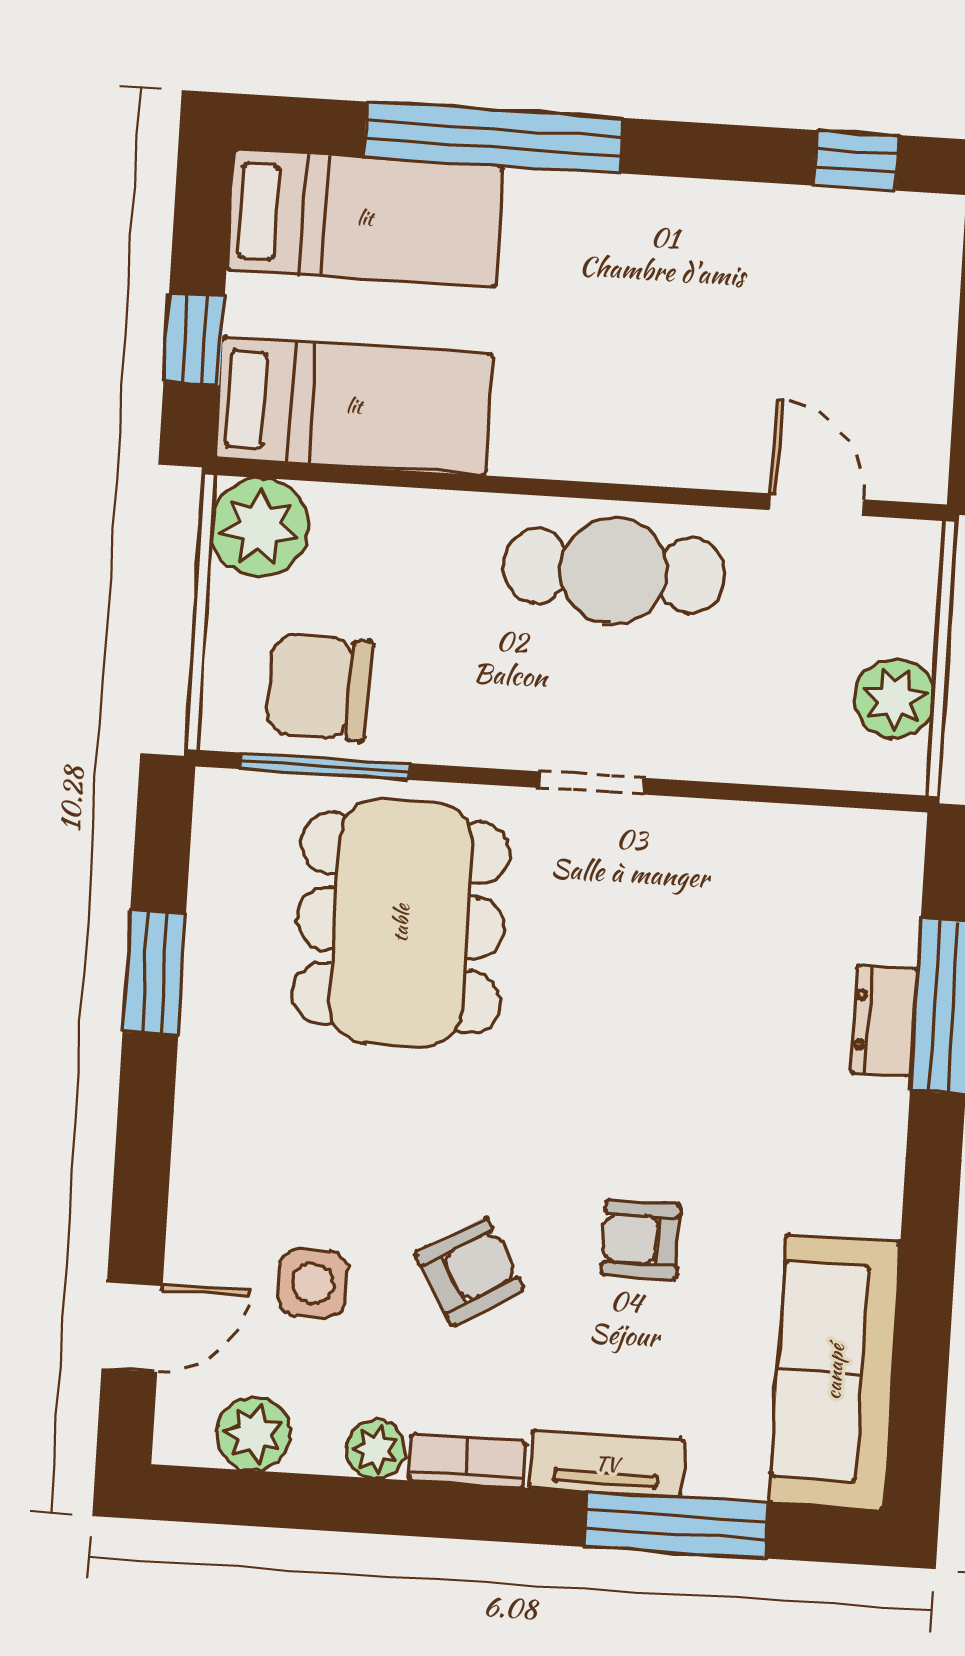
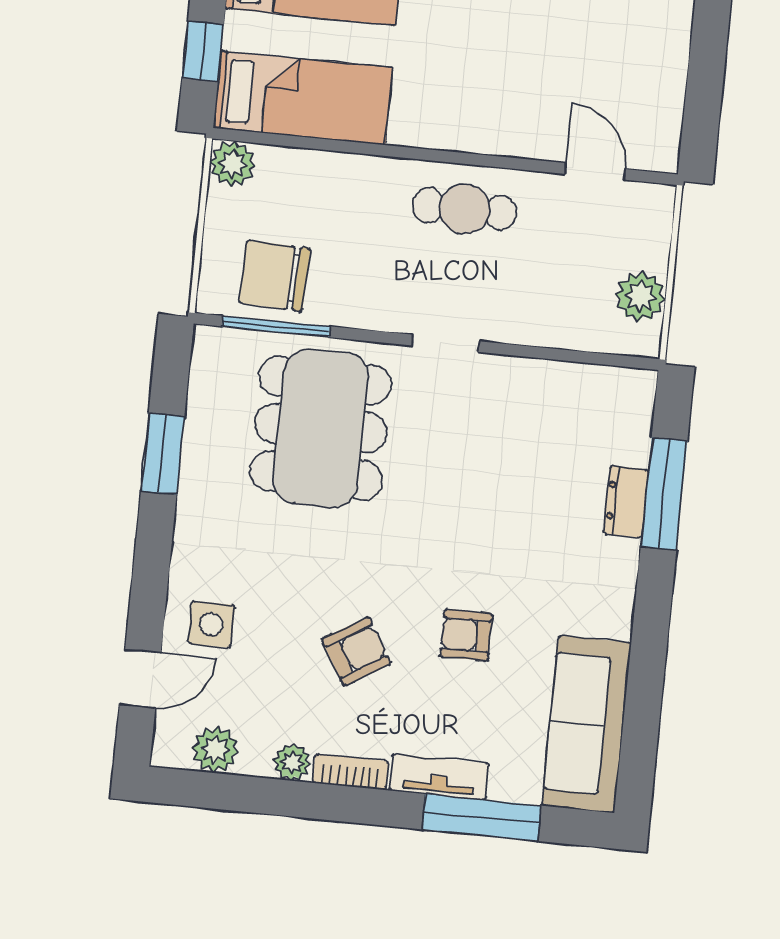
plant: (260, 527) -> (233, 164), width x0.73, depth x0.73
cafe table: (614, 571) -> (464, 209), width x0.73, depth x0.74
side table: (313, 1283) -> (211, 624), moved

